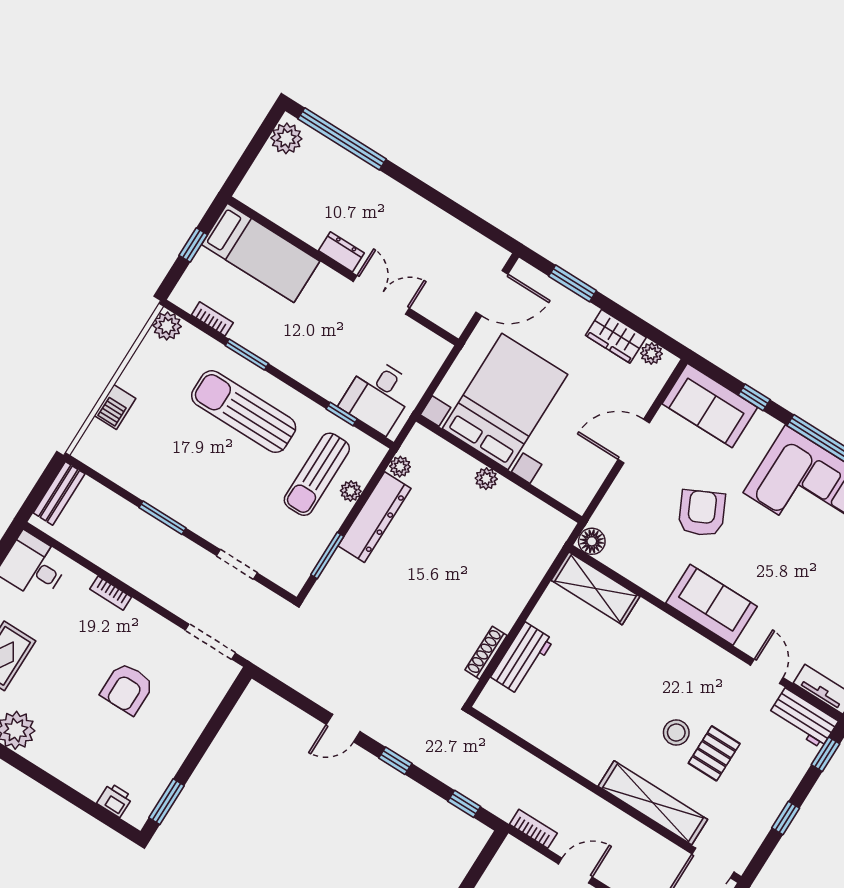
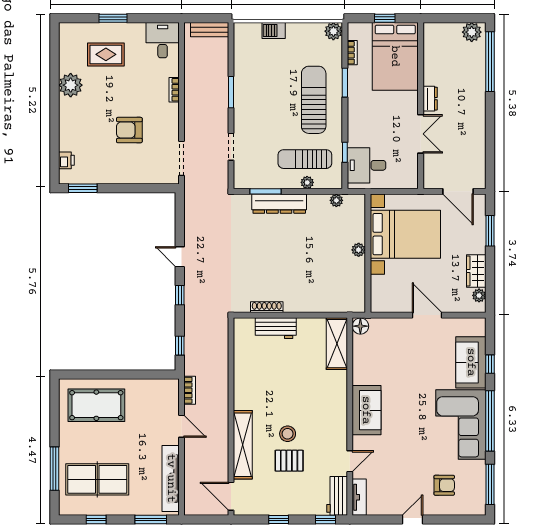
bed: (261, 253) -> (395, 56), width x1.50
sofa: (710, 406) -> (471, 362), moved
armchair: (702, 513) -> (412, 375), removed
dresser: (374, 517) -> (279, 204), moved

